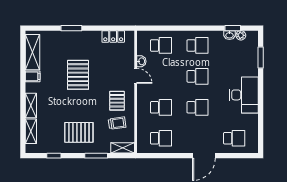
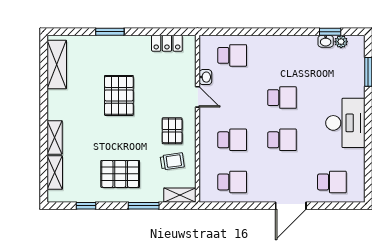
school desk: (198, 45) -> (282, 55), removed
filing cabinet: (33, 76) -> (57, 98), removed

